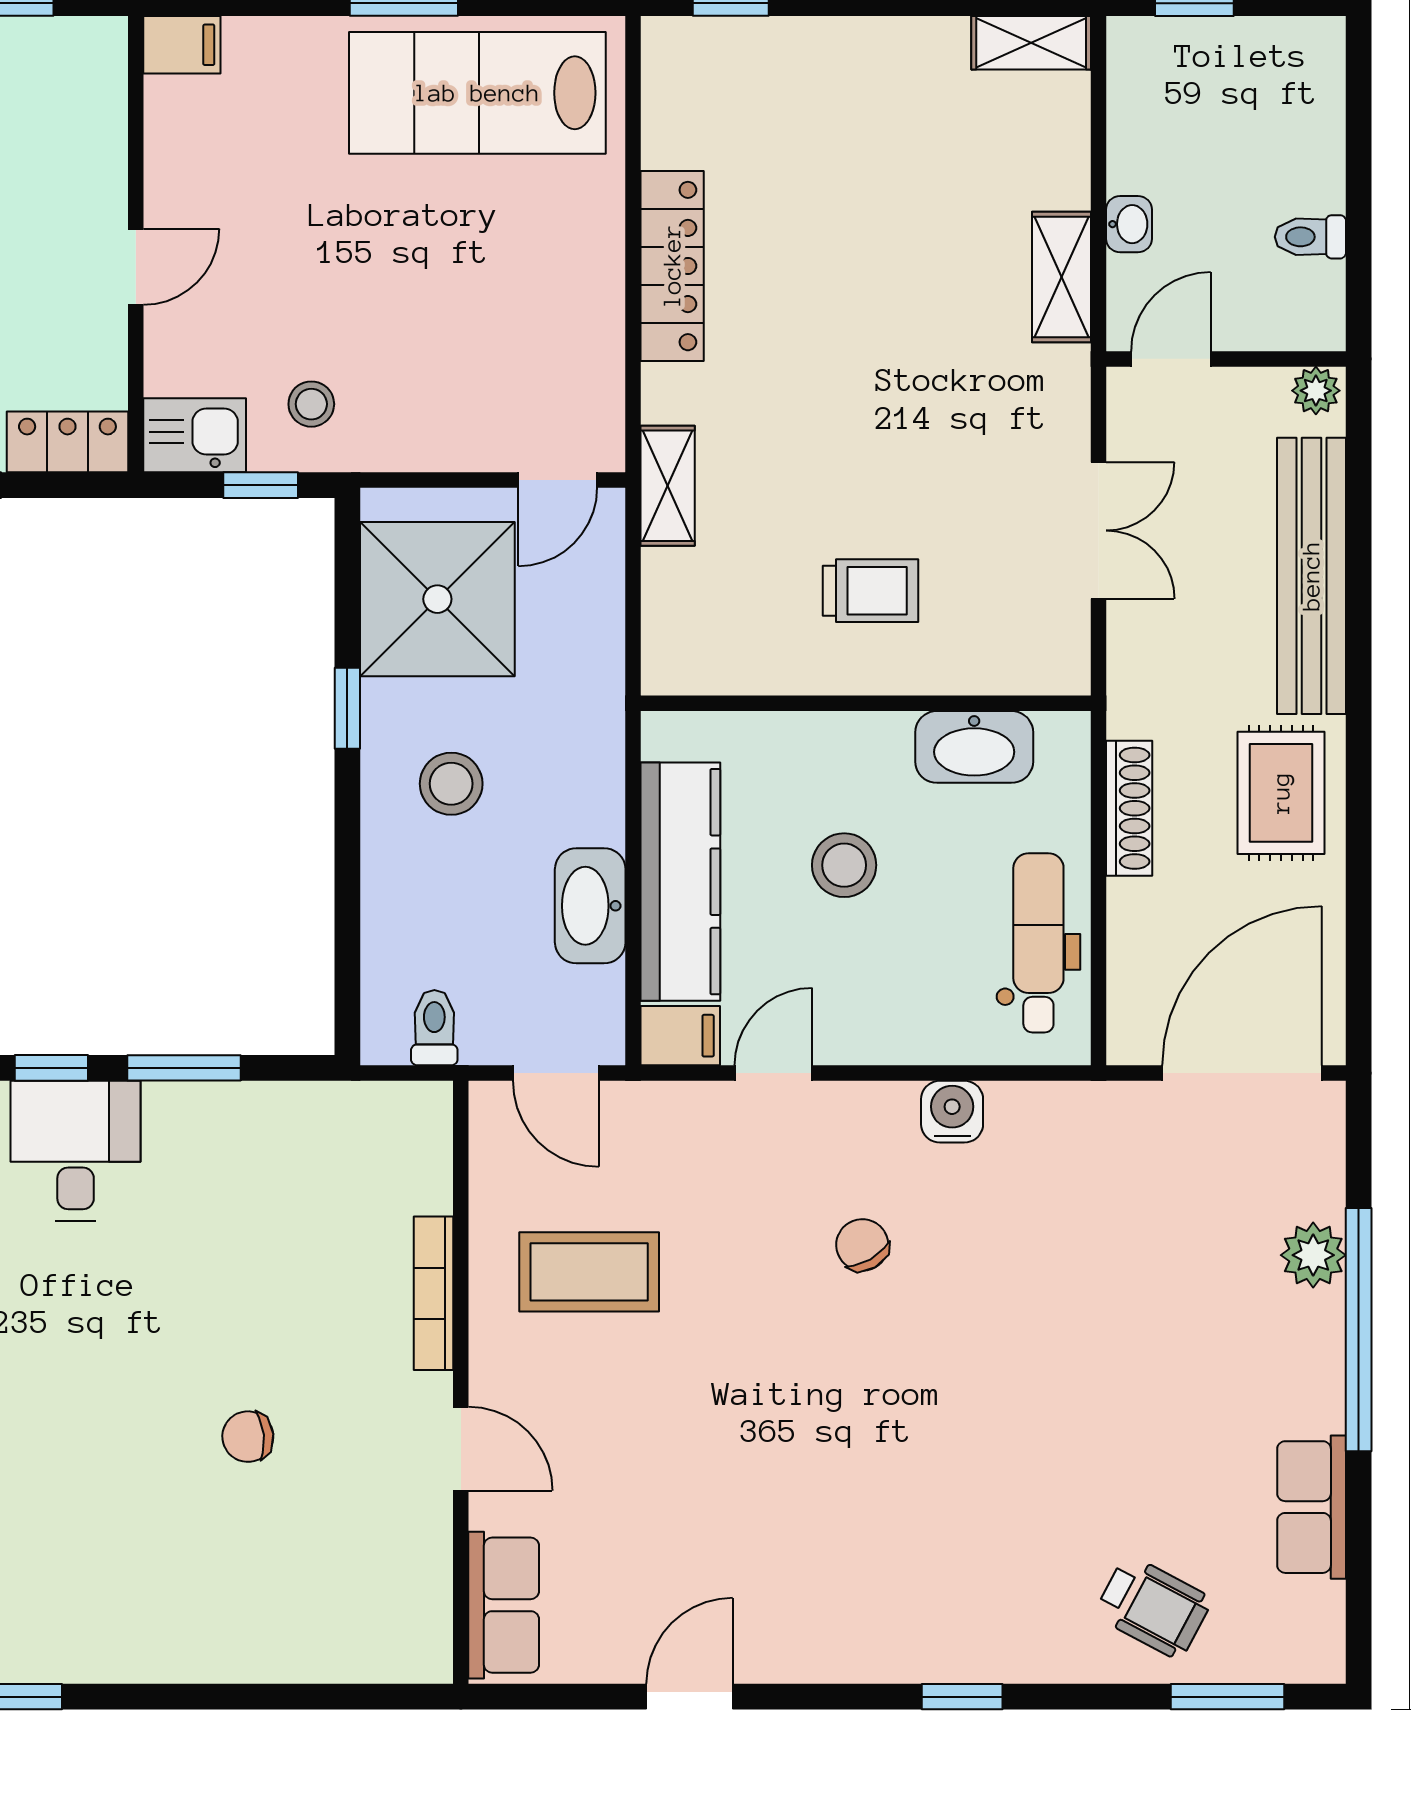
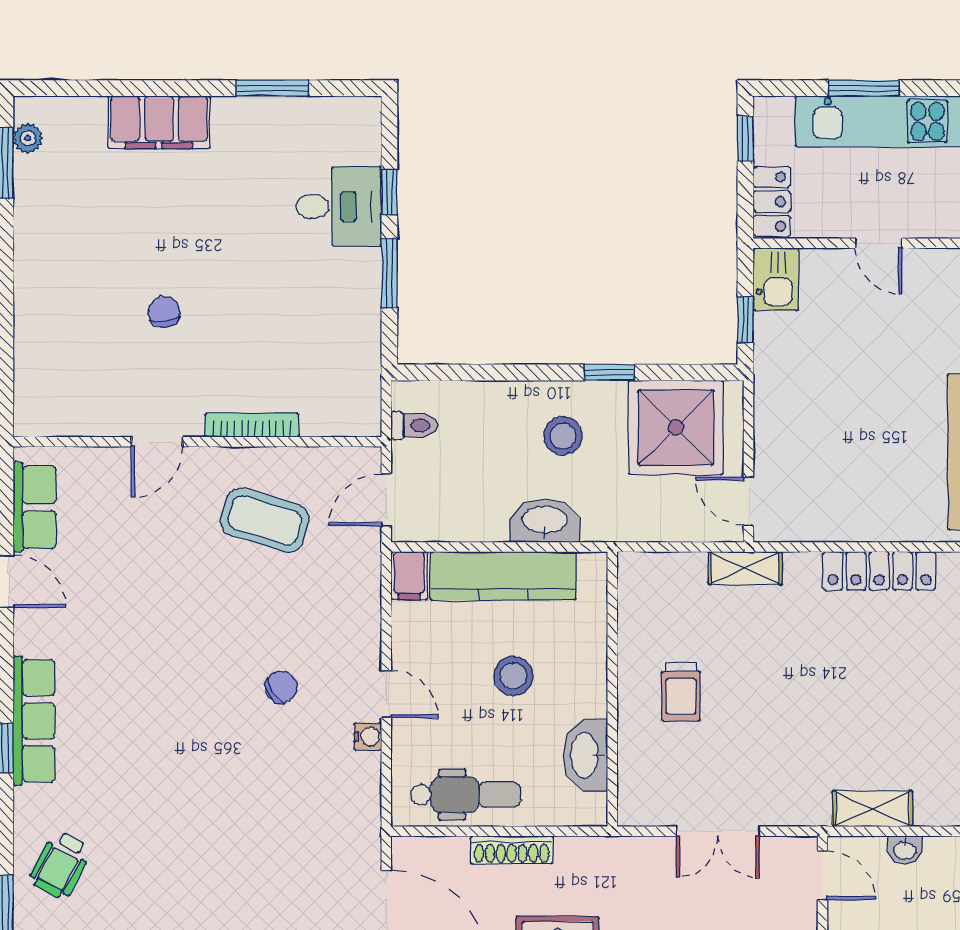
stool: (311, 404) -> (795, 350), removed
shoe rack: (1129, 808) -> (512, 850), moved
washbasin: (590, 906) -> (545, 521), moved
door: (774, 1073) -> (386, 694), moved
water cooler: (952, 1112) -> (368, 737), width x0.72, depth x0.72
coffee table: (589, 1272) -> (265, 520), turned -73
row of seats: (504, 1605) -> (35, 507), moved, turned -90
row of seats: (918, 1650) -> (34, 721), added

